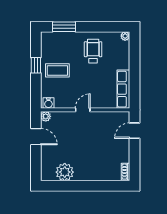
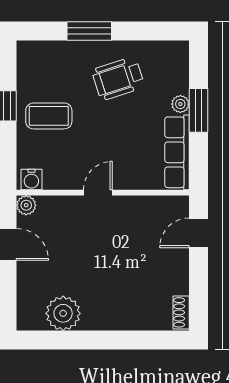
window: (64, 27) -> (89, 31), moved
plant: (125, 36) -> (180, 104), moved
wheelchair: (93, 51) -> (118, 78), turned -108
window: (135, 68) -> (199, 110), added

